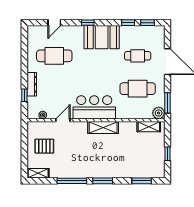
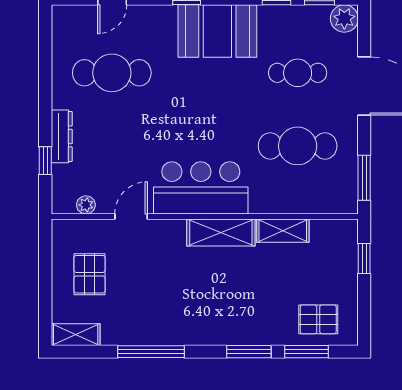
plant: (159, 113) -> (344, 19), moved
shelving: (149, 127) -> (283, 231), moved
pallet: (44, 146) -> (90, 274), turned 90
window: (167, 154) -> (364, 259), moved
pallet: (147, 166) -> (318, 319), added
window: (103, 181) -> (249, 352), moved

